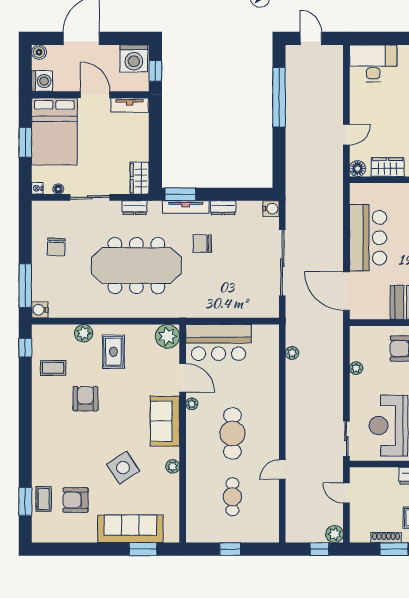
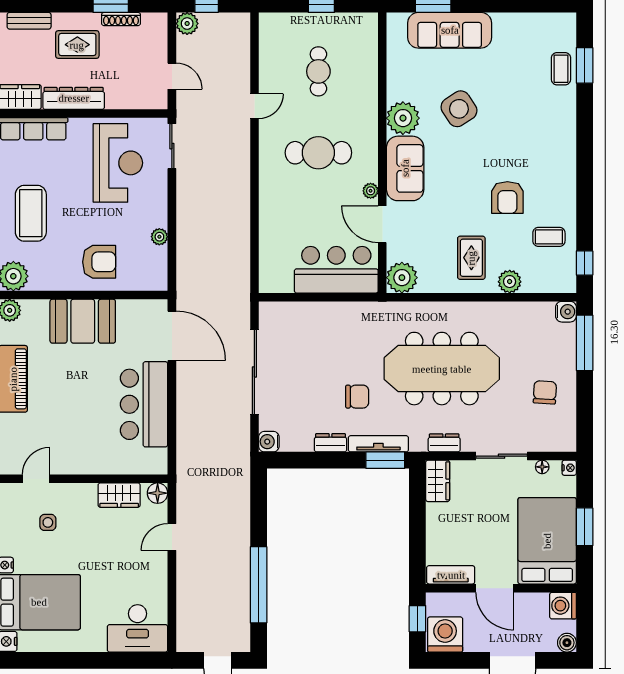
plant: (292, 353) -> (242, 256), removed
cafe table: (232, 433) -> (318, 153), turned 90
plant: (173, 466) -> (403, 118), width x1.88, depth x1.88
armchair: (76, 500) -> (520, 67), removed

